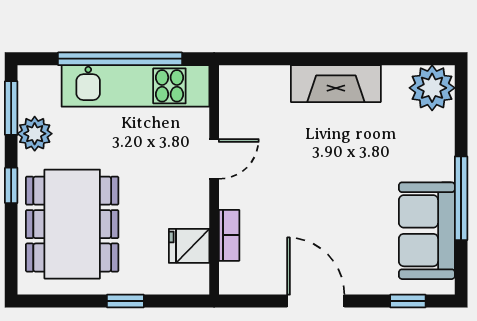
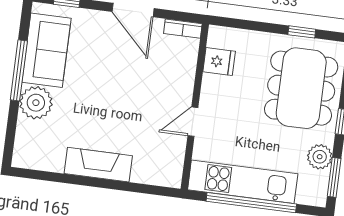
plant: (432, 88) -> (36, 103), moved
bookcase: (229, 235) -> (183, 29), moved, turned -90
window: (125, 301) -> (302, 32), moved

